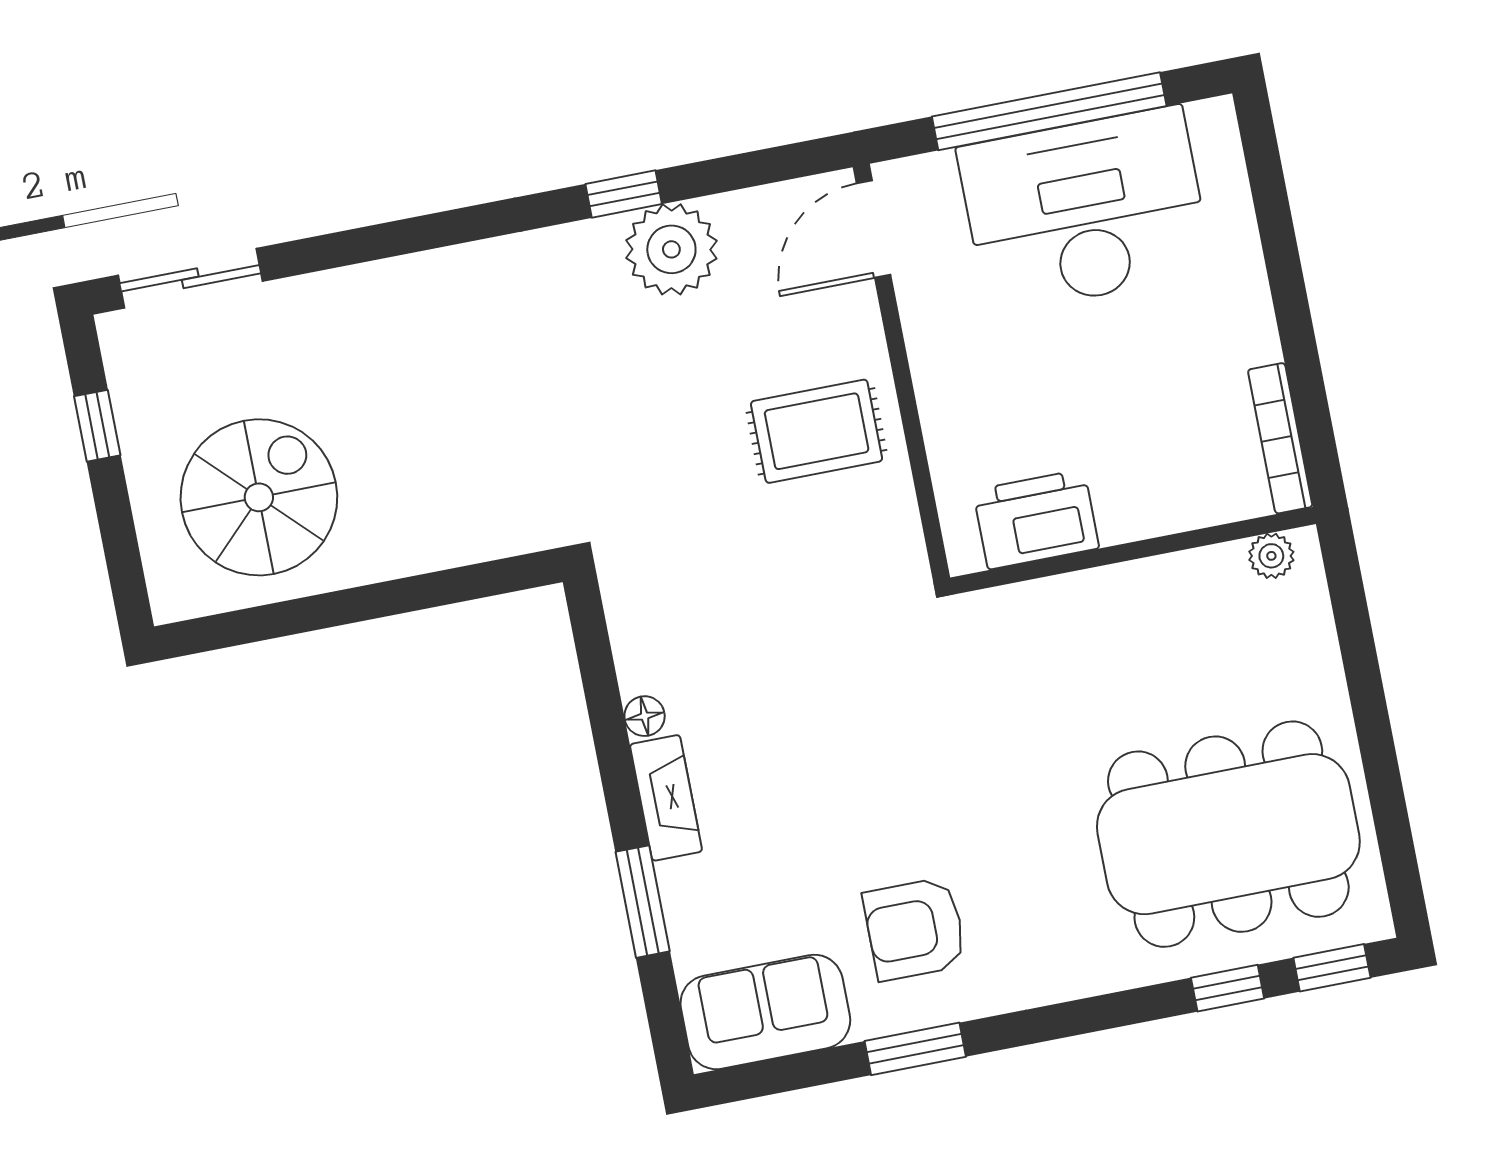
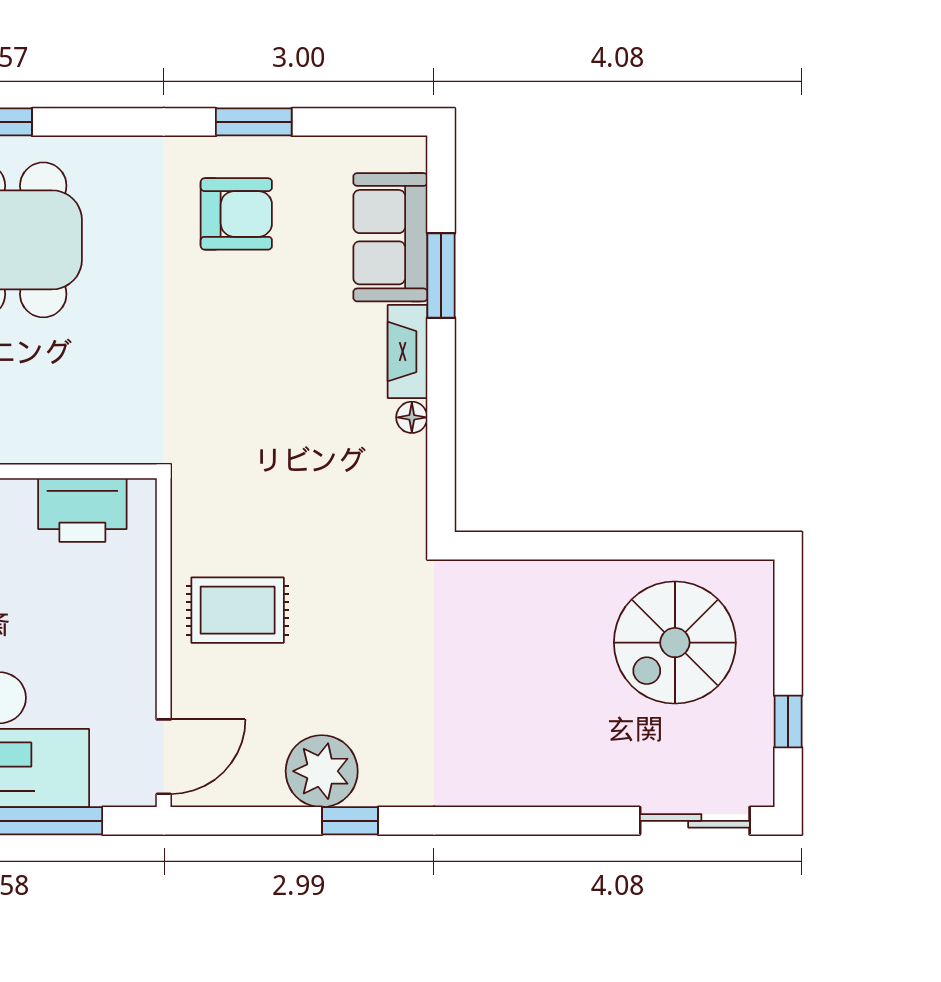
sofa: (765, 1012) -> (390, 237), moved, turned 90

